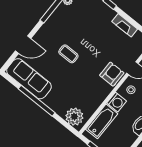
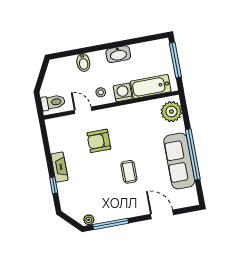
fireplace: (125, 25) -> (59, 167), moved
armchair: (112, 74) -> (99, 141), moved
sofa: (29, 79) -> (179, 161), moved

